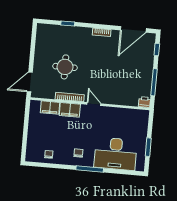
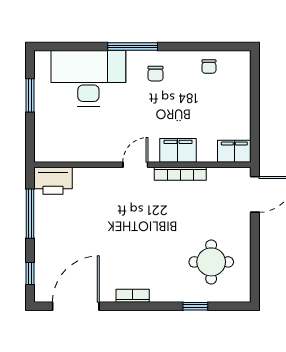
round table: (65, 67) -> (211, 262), moved
printer: (144, 102) -> (53, 181), width x1.87, depth x1.48
door: (94, 104) -> (135, 165), swing flipped
filing cabinet: (50, 108) -> (234, 151), moved

